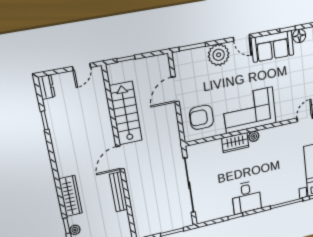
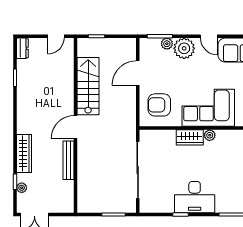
plant: (201, 53) -> (167, 44), added
desk: (246, 197) -> (195, 197), width x1.37

